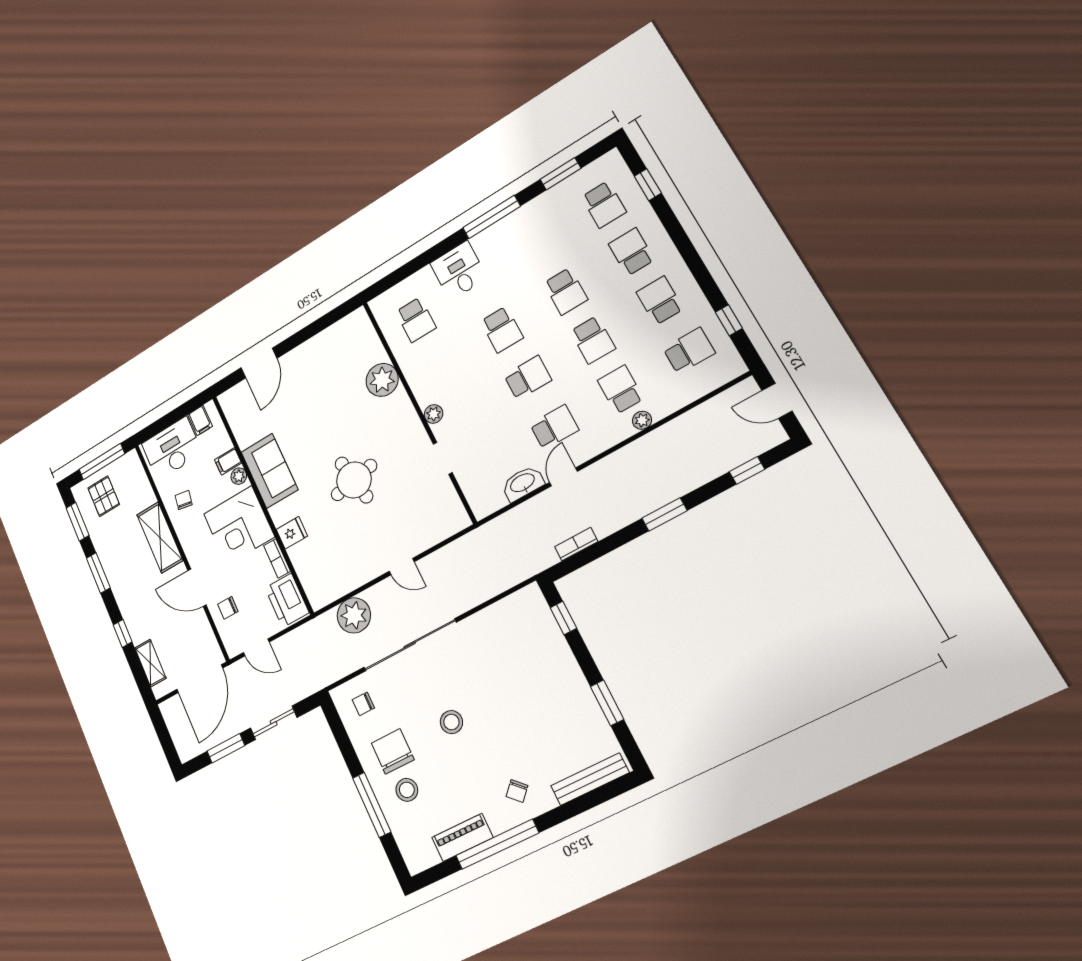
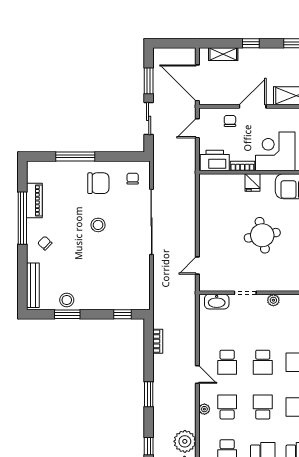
school desk: (593, 340) -> (263, 407), turned 90
school desk: (621, 390) -> (227, 407), turned -90
door: (563, 477) -> (197, 374), moved
washbasin: (523, 483) -> (217, 302), moved, turned 90
door: (402, 567) -> (197, 266), moved
plant: (354, 615) -> (185, 441), moved
stool: (407, 790) -> (67, 300), moved

